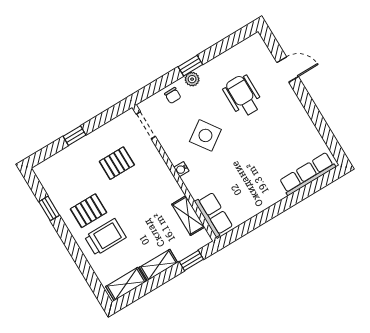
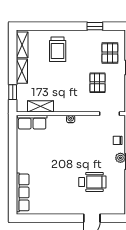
side table: (205, 135) -> (82, 145), removed
pallet: (88, 211) -> (110, 53), moved

